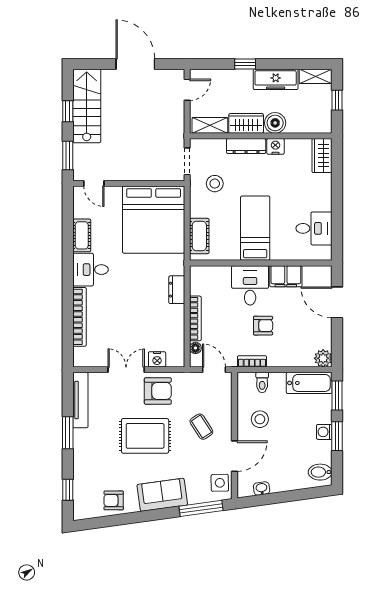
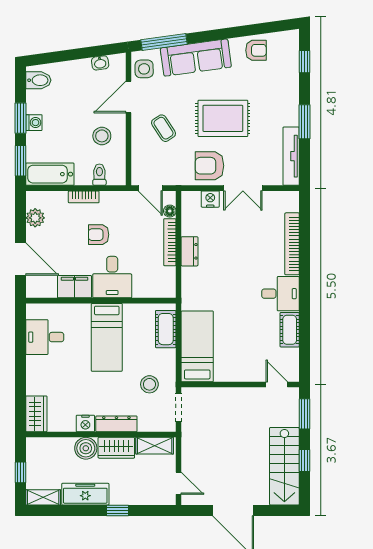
door: (187, 90) -> (179, 483), swing flipped
bed: (154, 220) -> (197, 346), width x0.49
dresser: (177, 290) -> (189, 251), moved
plant: (323, 358) -> (35, 218), moved
bookcase: (252, 361) -> (84, 197), moved
sofa: (162, 495) -> (196, 58), width x1.36

